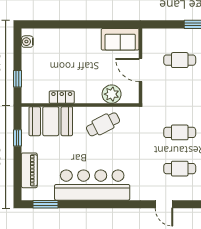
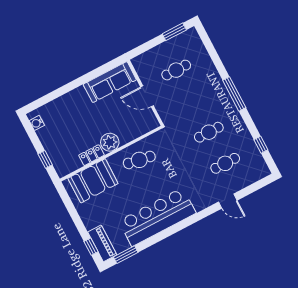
sofa: (120, 39) -> (110, 82), width x1.36
plant: (112, 94) -> (110, 142), moved
cafe table: (103, 124) -> (139, 160), turned 37
window: (17, 138) -> (91, 247), moved
piano: (29, 170) -> (102, 243), moved

